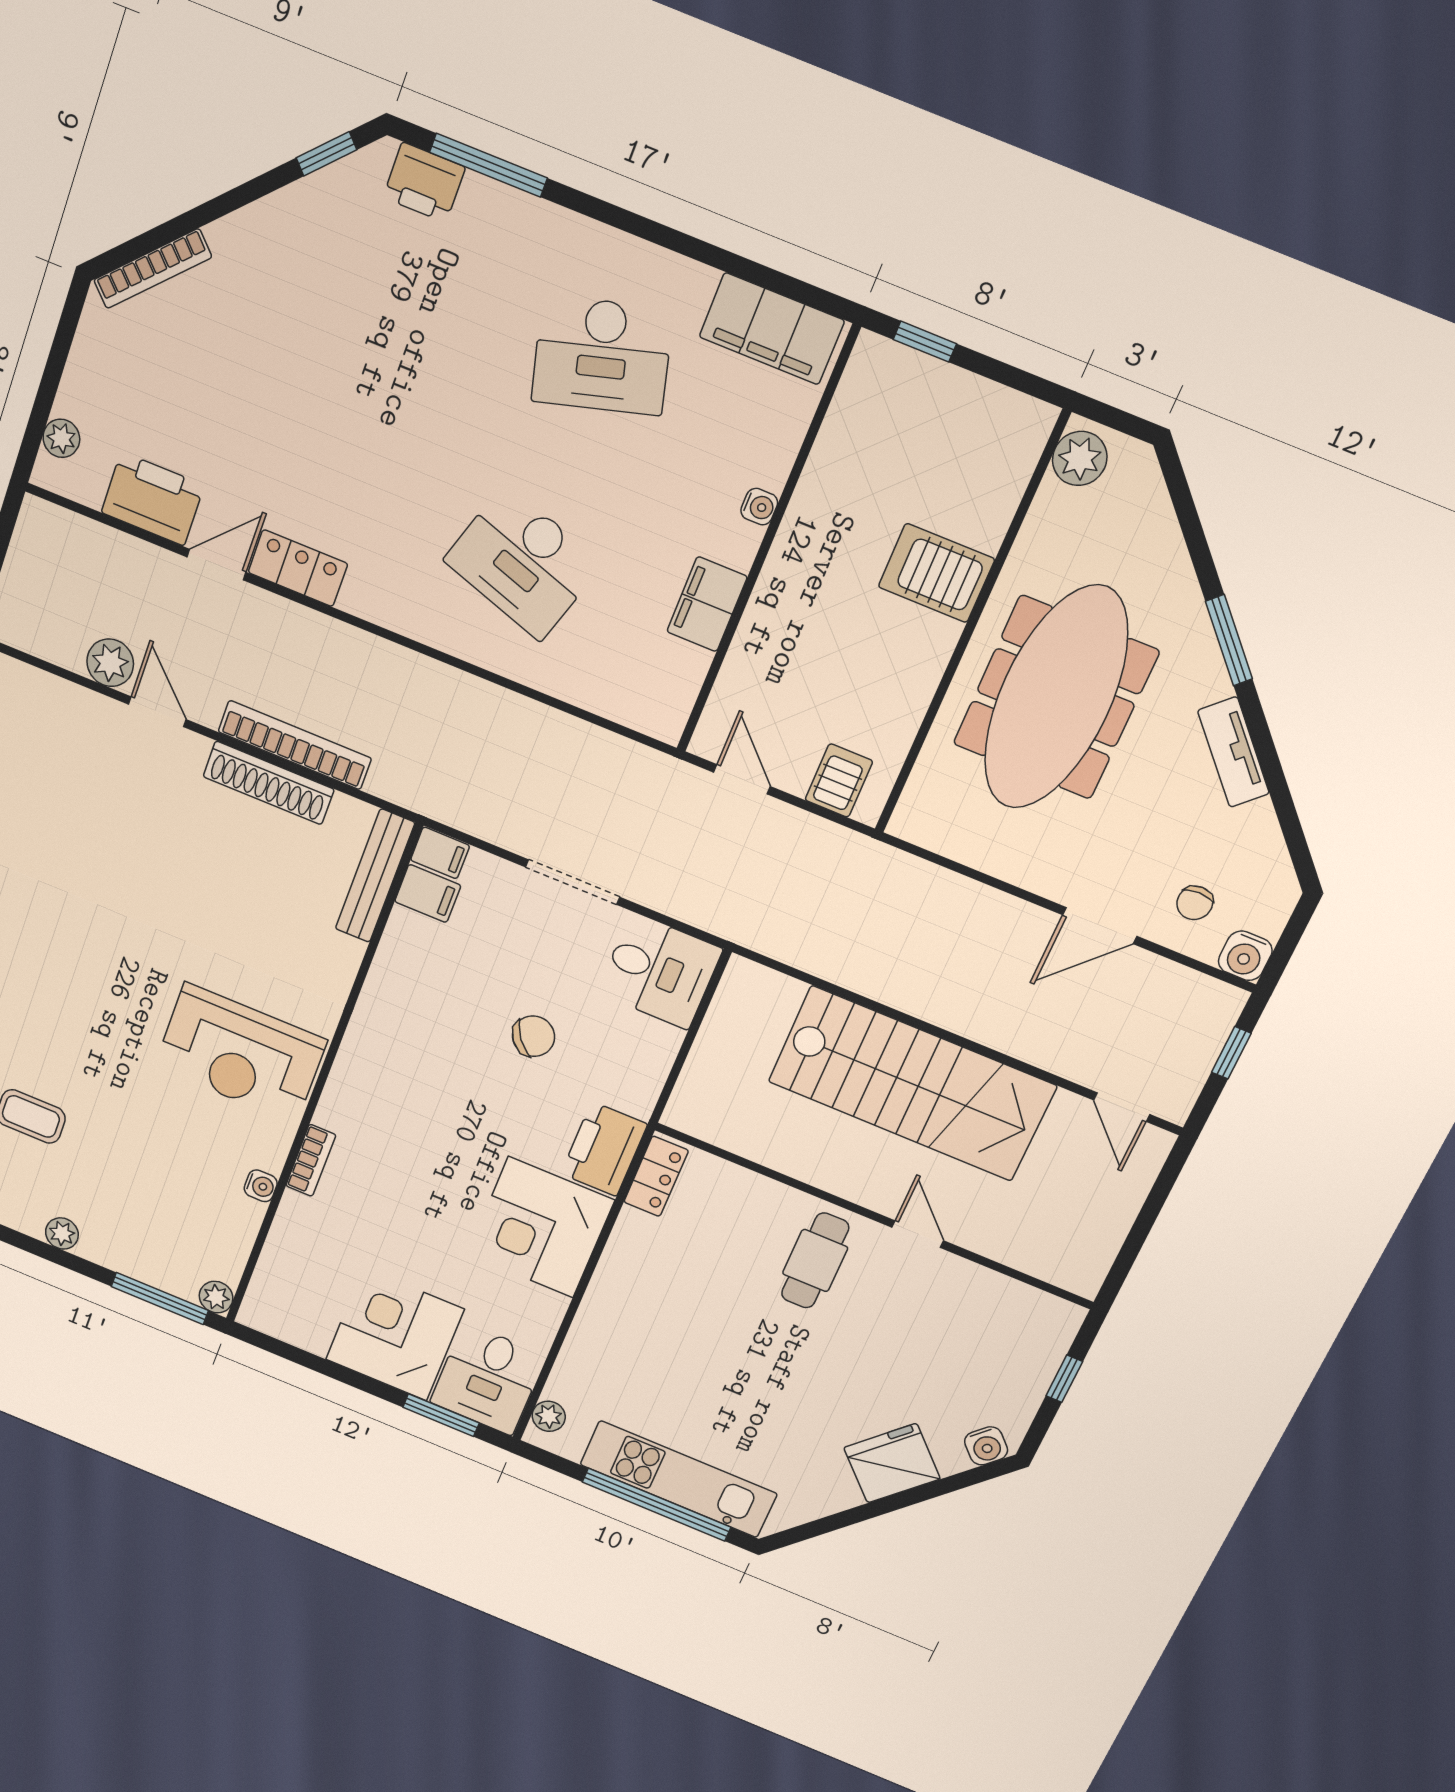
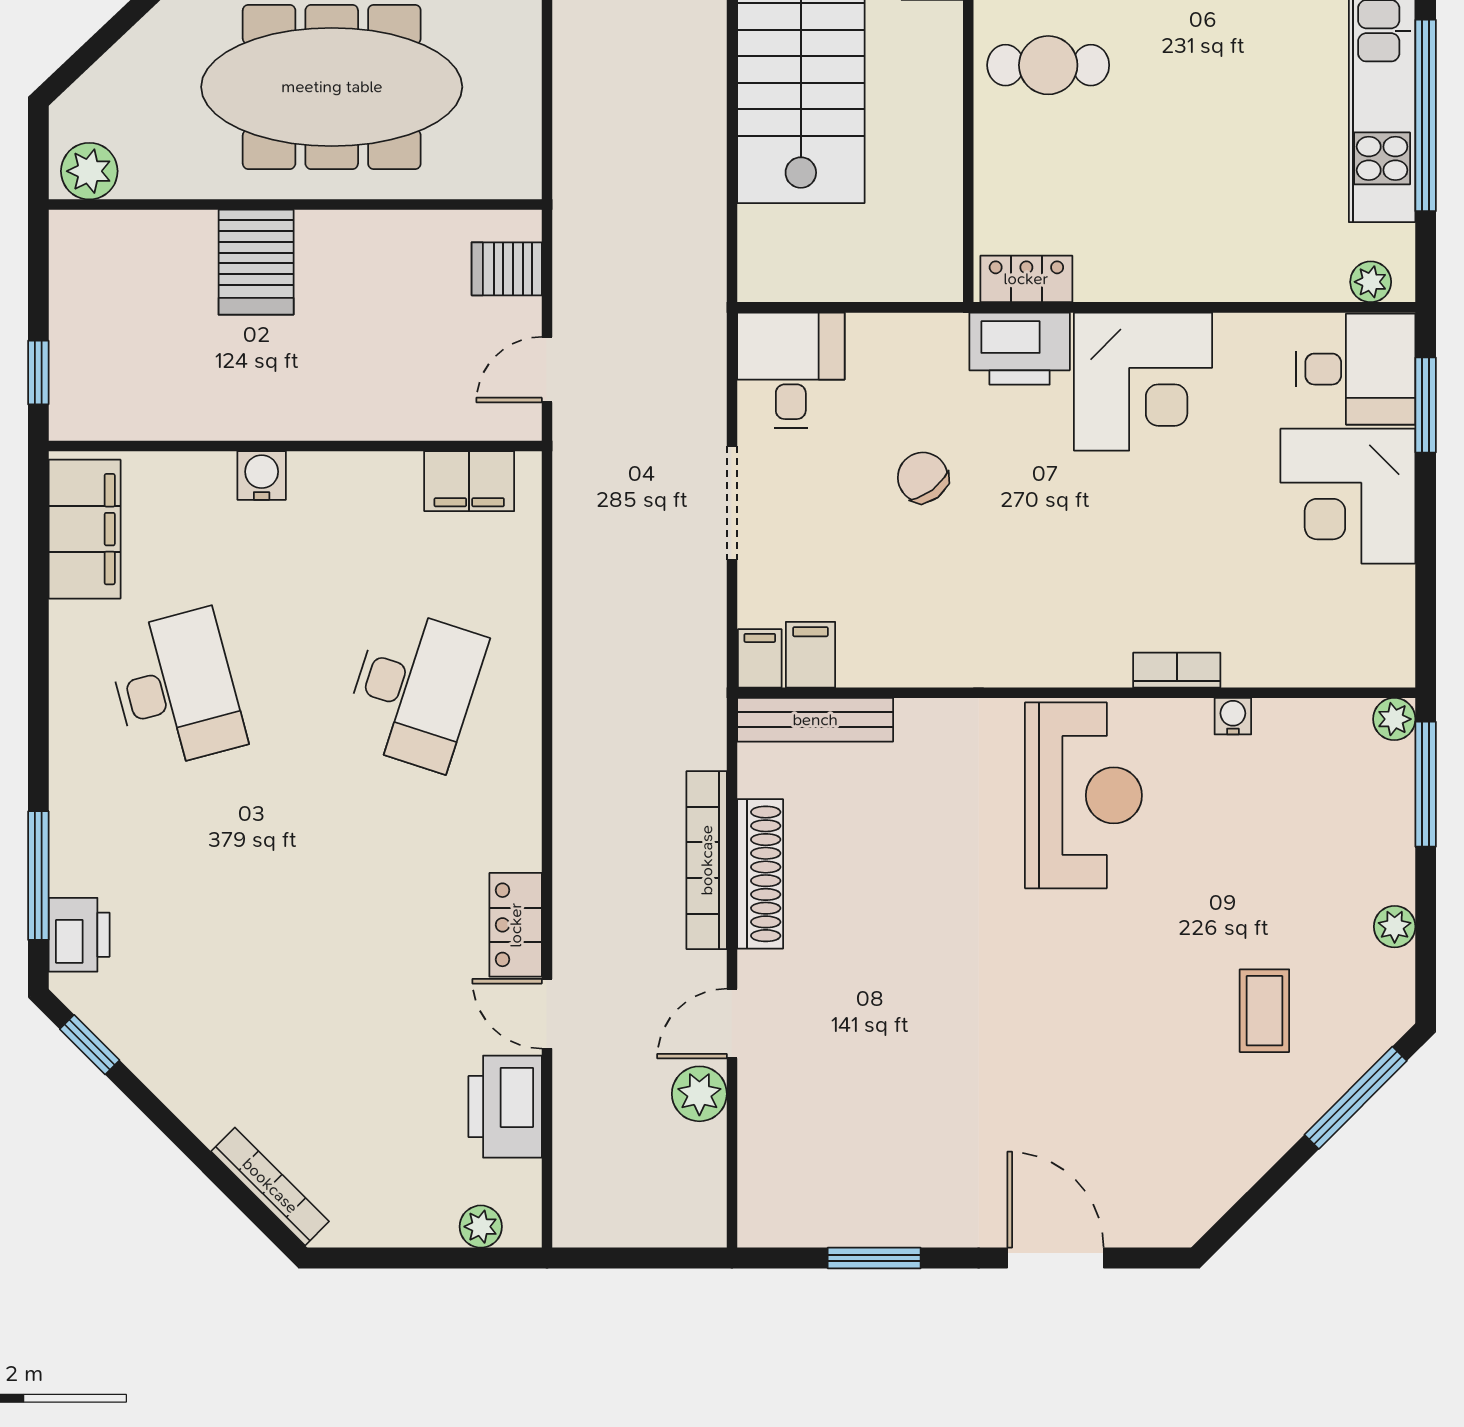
water cooler: (759, 507) -> (262, 476), width x1.38, depth x1.38
filing cabinet: (707, 604) -> (469, 481), moved

